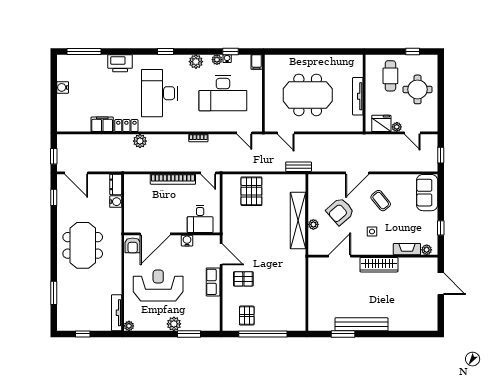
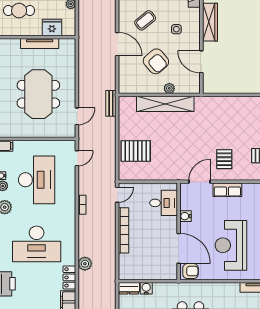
fridge: (381, 123) -> (52, 27), moved, turned 90

